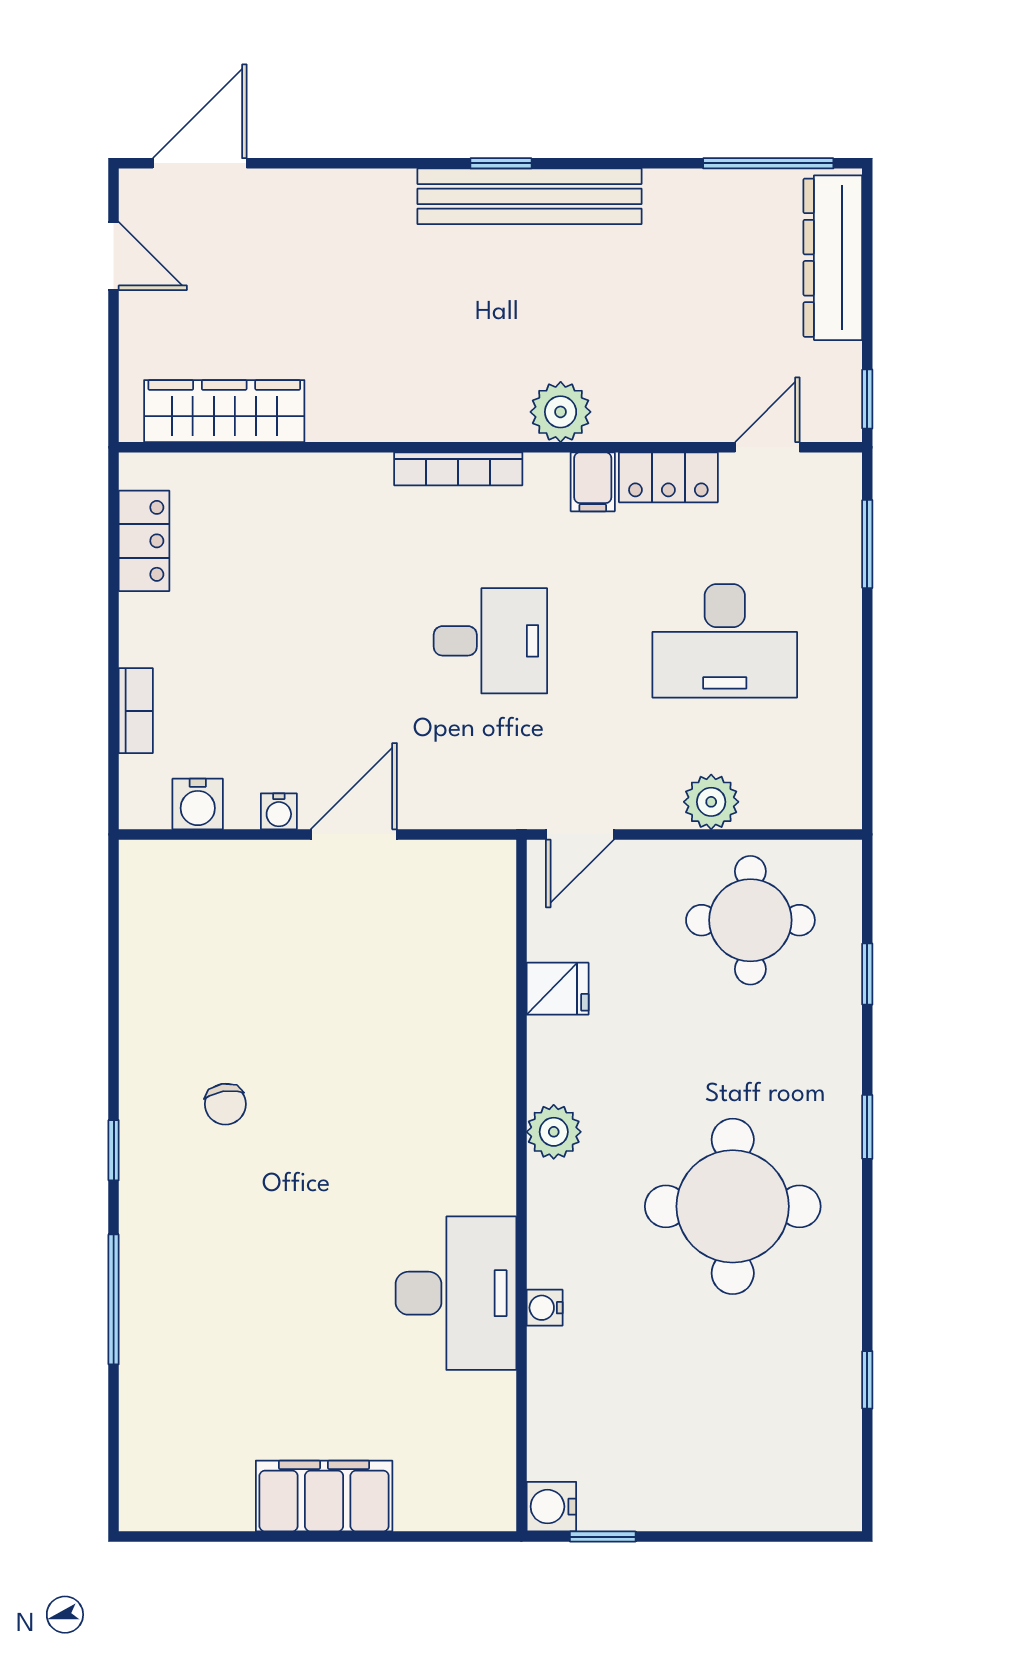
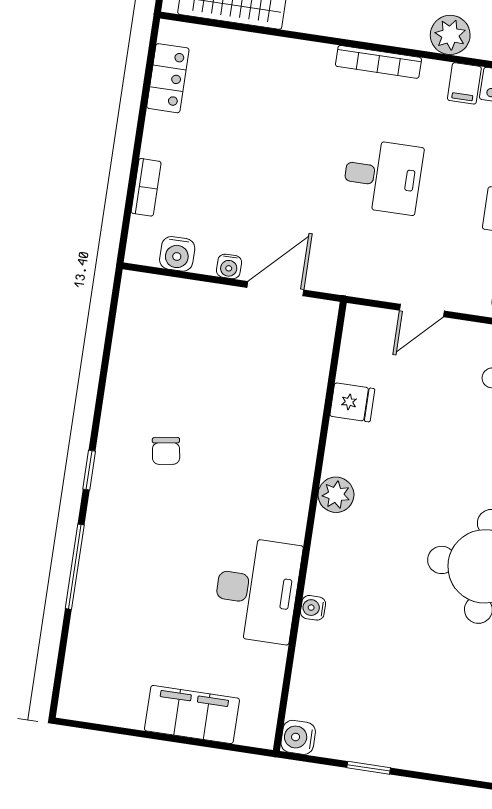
fridge: (558, 989) -> (352, 402), moved
plant: (554, 1132) -> (336, 495), moved
wall: (521, 1185) -> (310, 526), moved
desk: (456, 1293) -> (257, 590), moved
water cooler: (545, 1308) -> (313, 608), moved
water cooler: (551, 1507) -> (298, 737), moved

